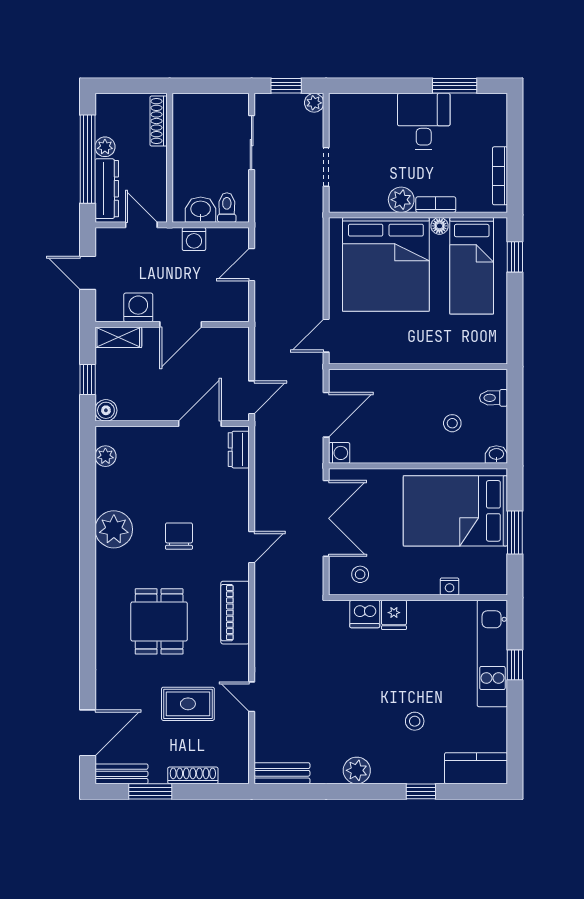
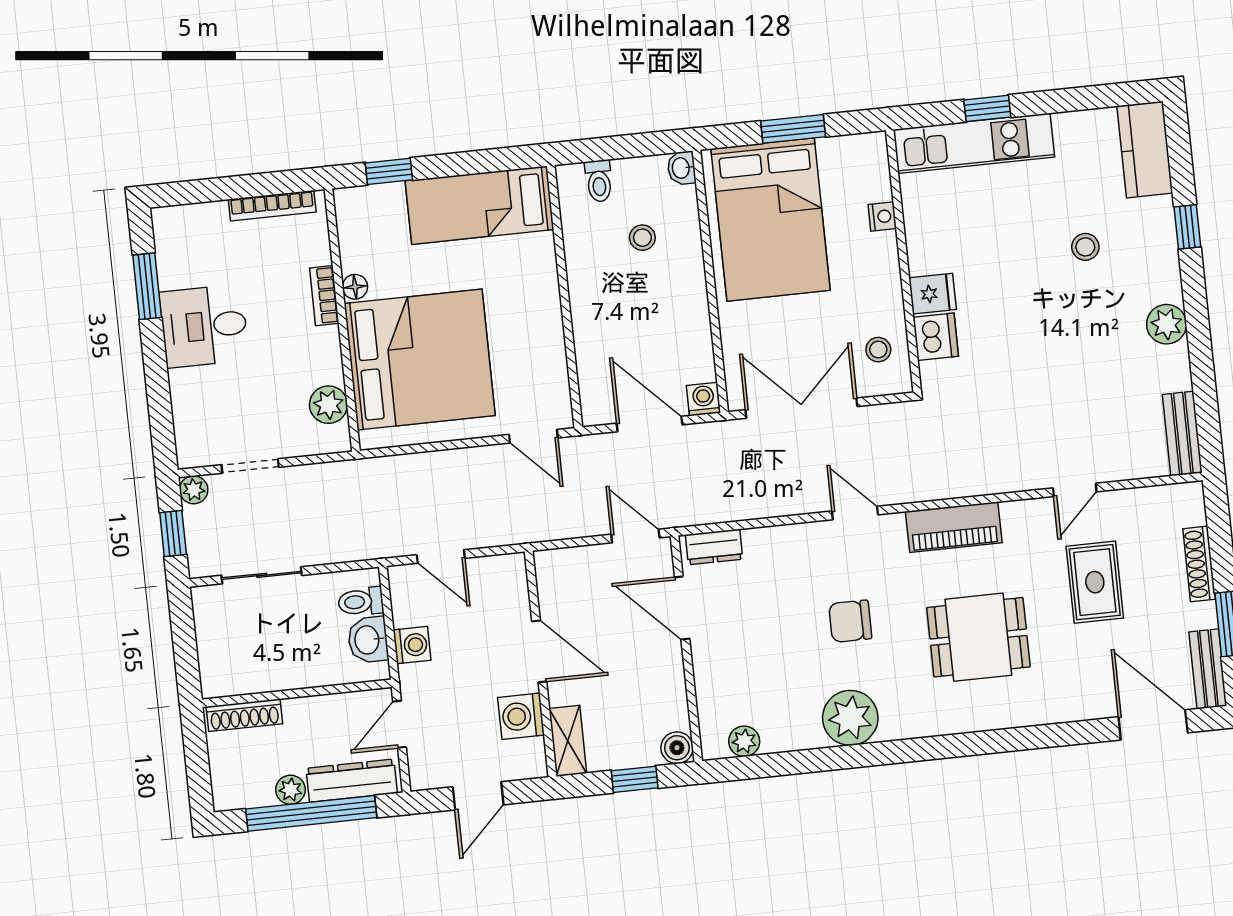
doorway: (326, 167) -> (250, 466), moved
plant: (401, 200) -> (328, 405), moved
bed: (472, 266) -> (480, 205), moved, turned 180

